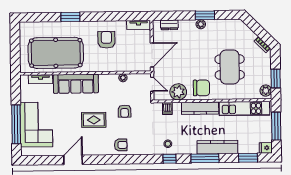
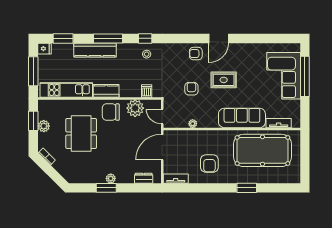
plant: (266, 91) -> (44, 126), moved
kitchen counter: (200, 108) -> (106, 91), width x0.67
door: (73, 160) -> (219, 38), moved

